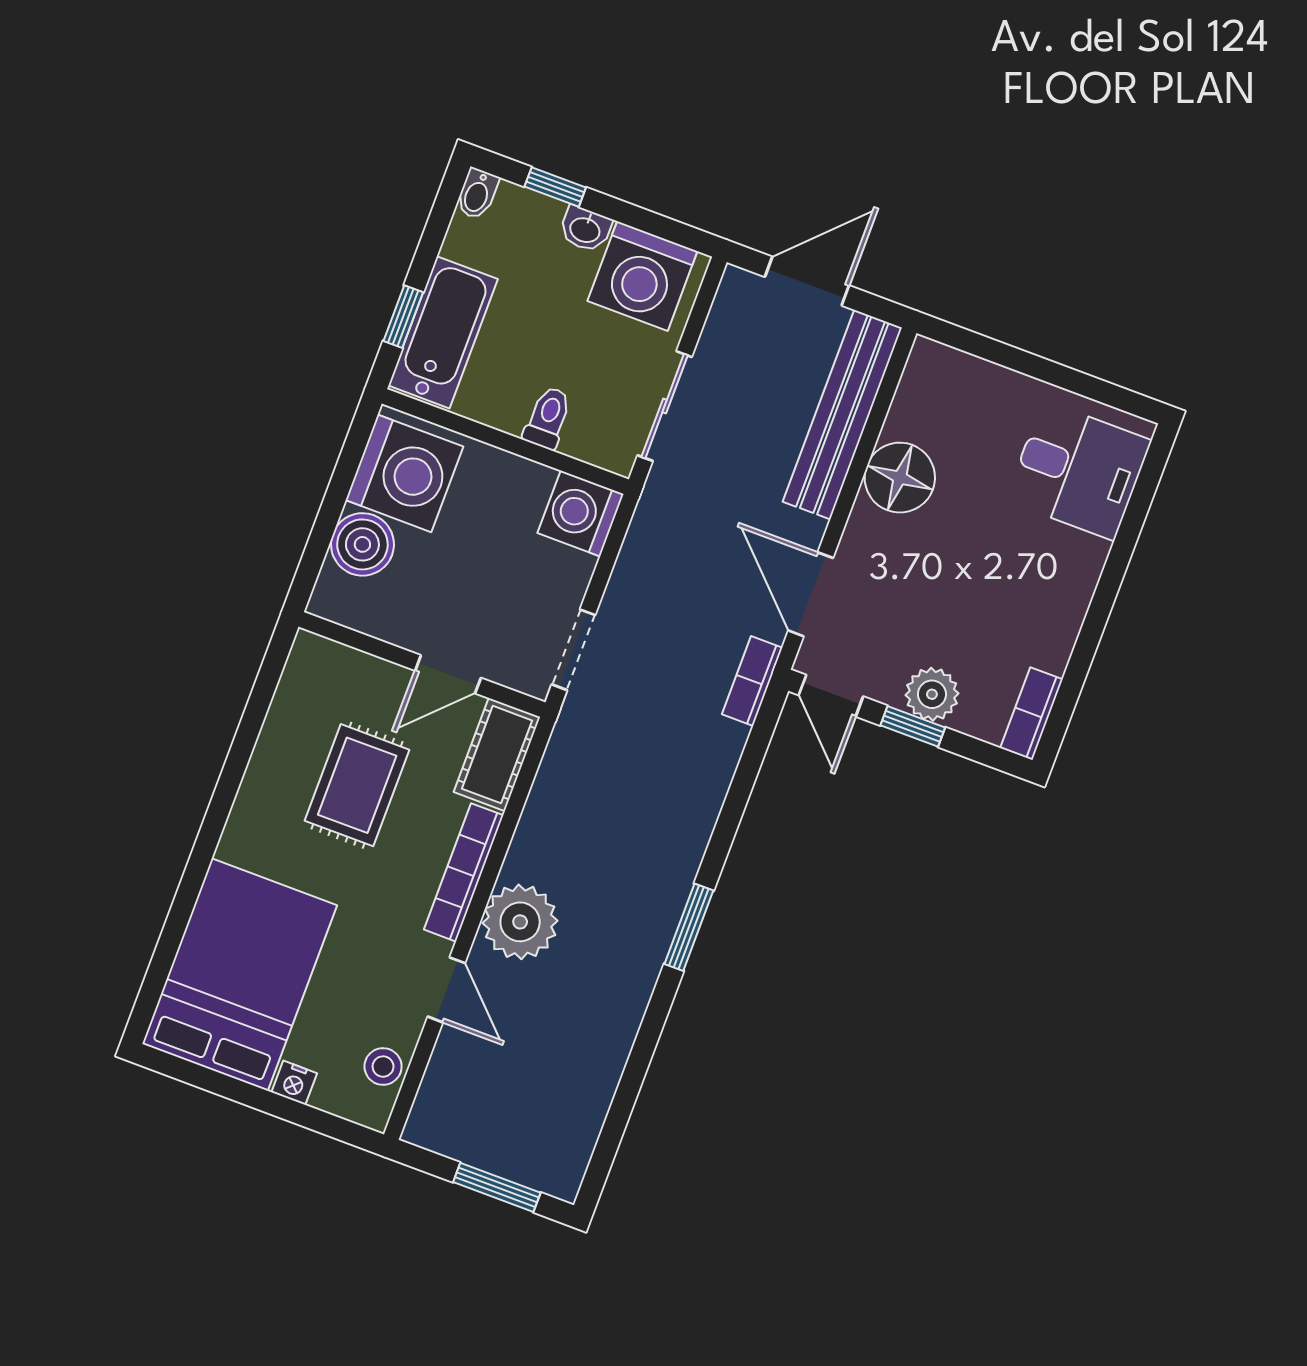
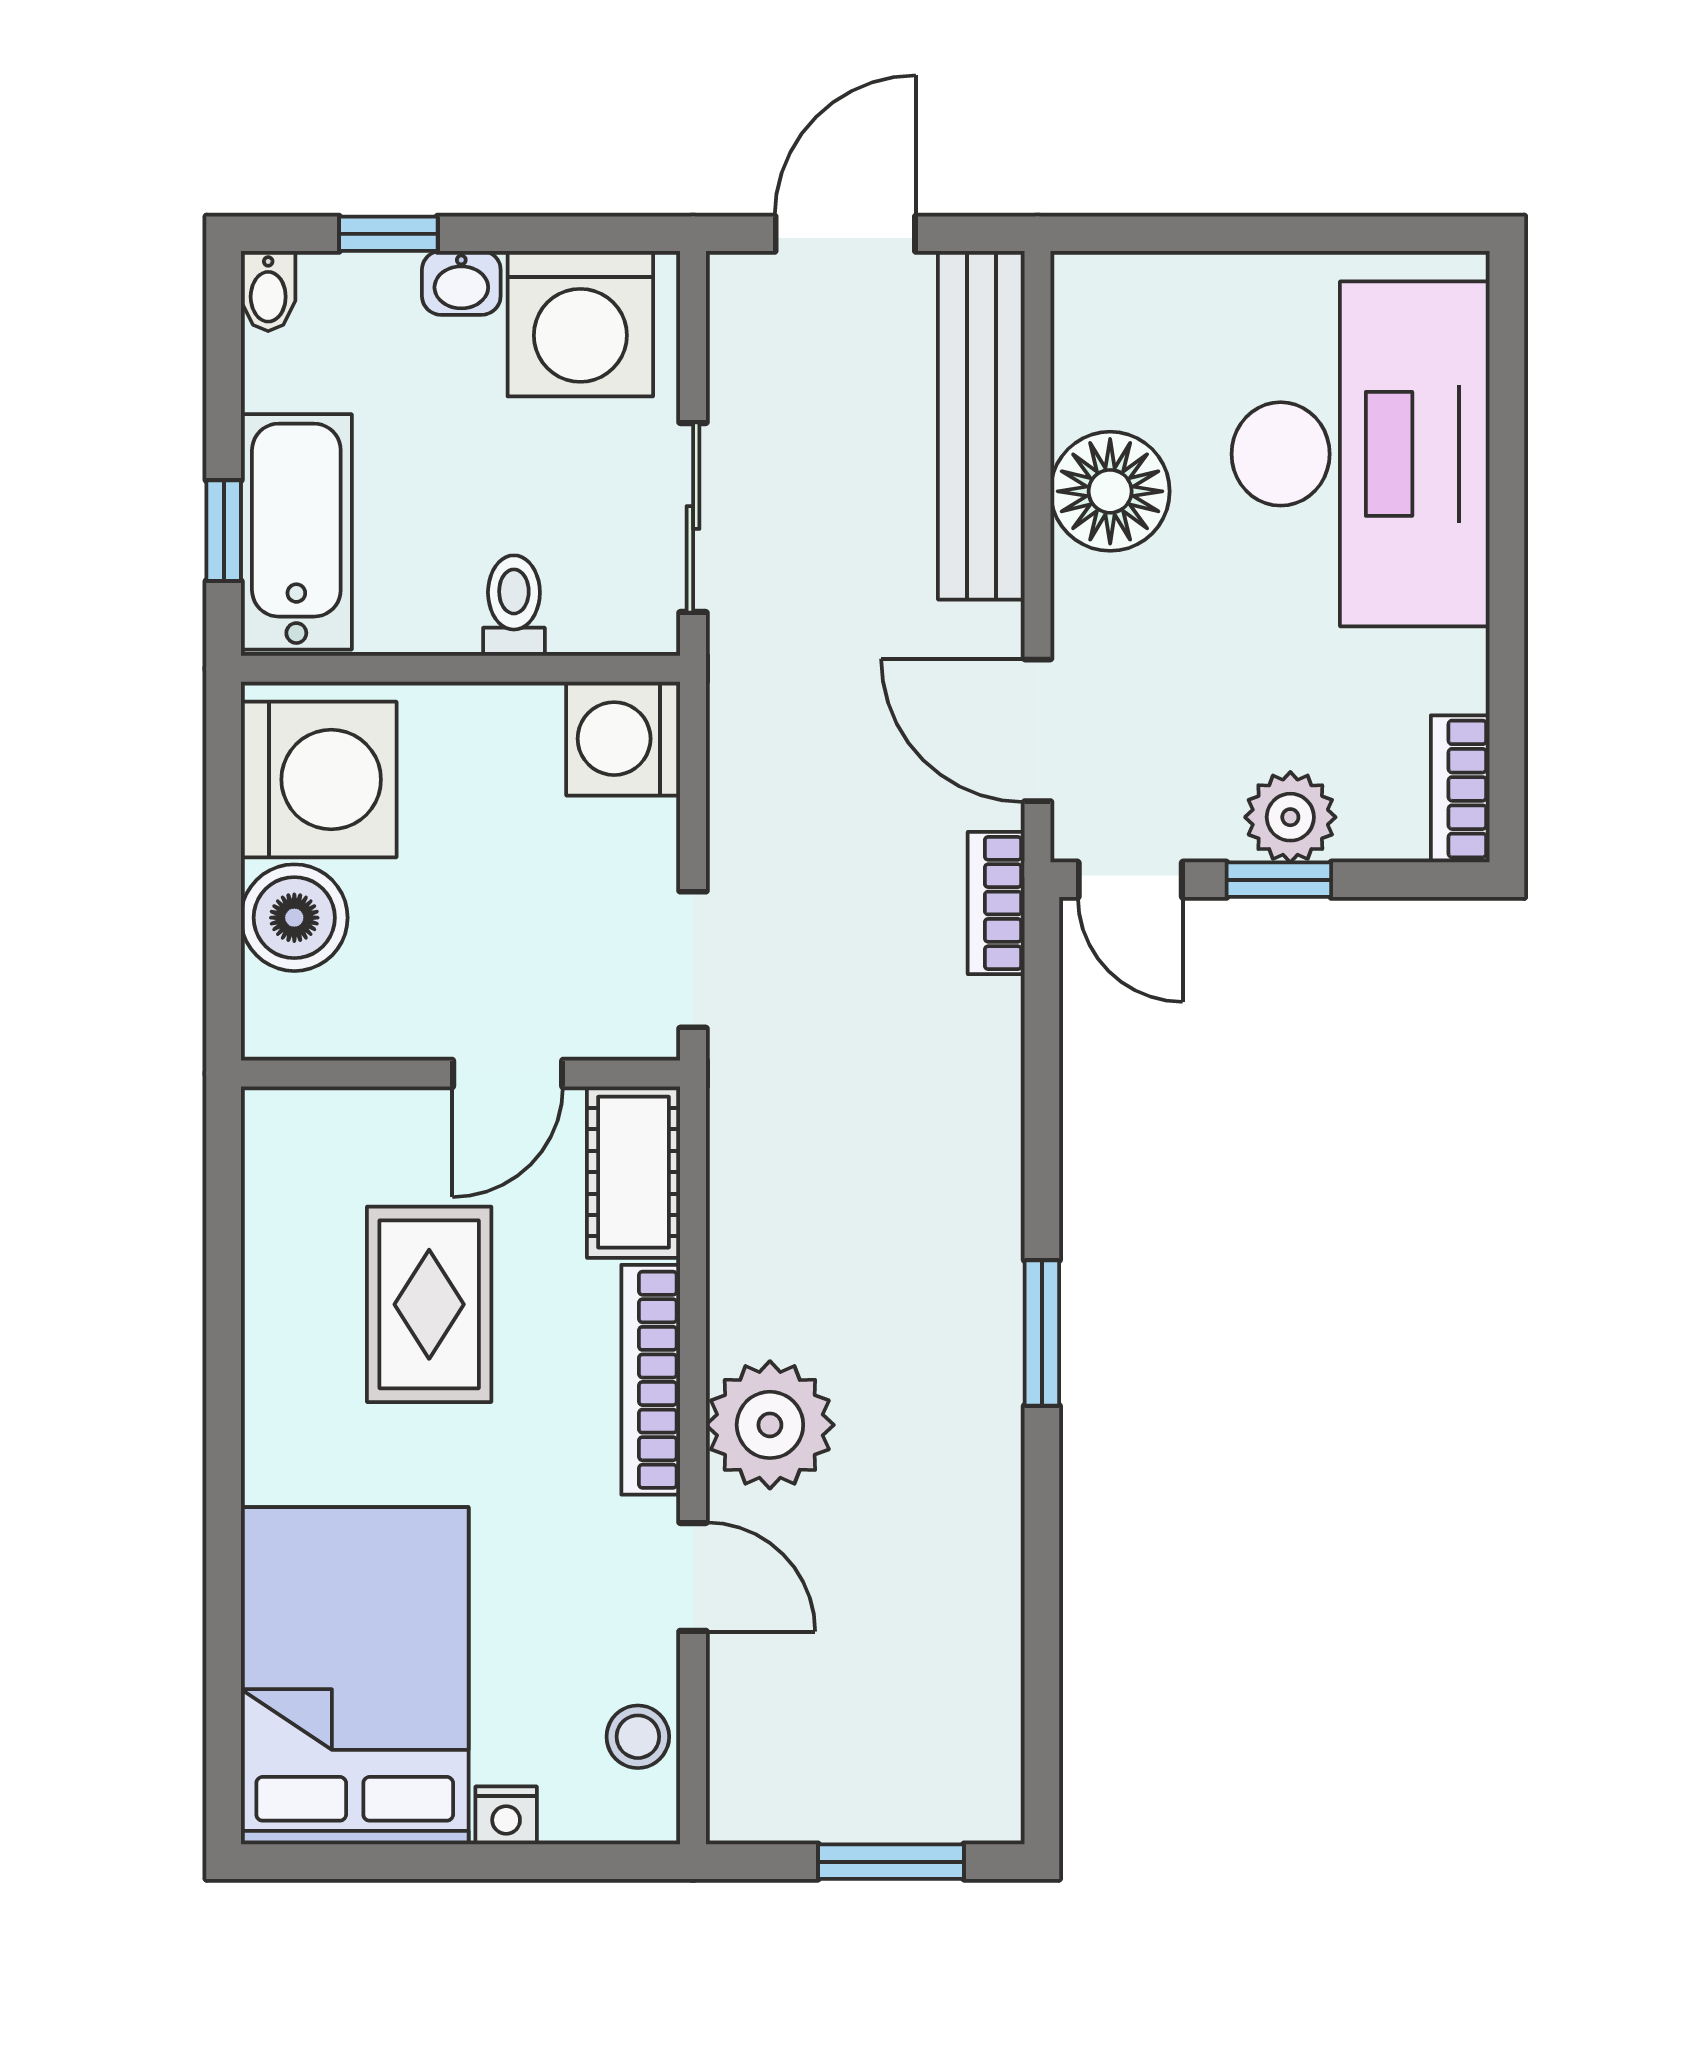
desk: (1079, 470) -> (1361, 454), width x1.87, depth x1.30

